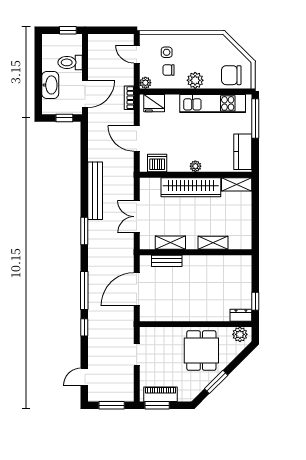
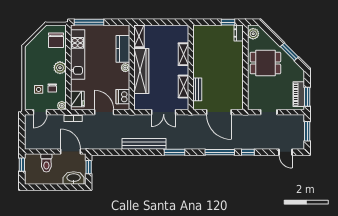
washbasin: (50, 85) -> (74, 178), moved
door: (137, 138) -> (104, 112), swing flipped
kitchen counter: (243, 152) -> (123, 49), moved, turned 90

